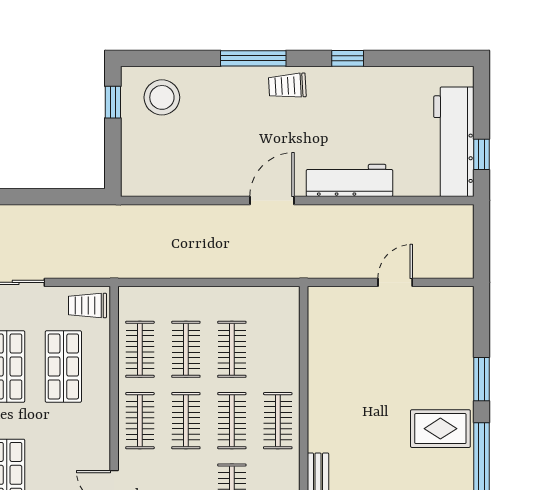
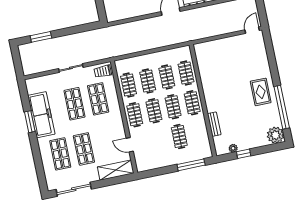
door: (395, 282) -> (252, 30), moved
clothes rail: (278, 349) -> (186, 73), added
window: (482, 379) -> (274, 68), removed
rug: (440, 429) -> (261, 92), turned 90

